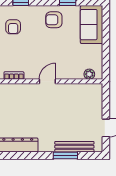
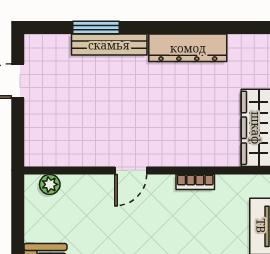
bench: (74, 147) -> (109, 45), moved

